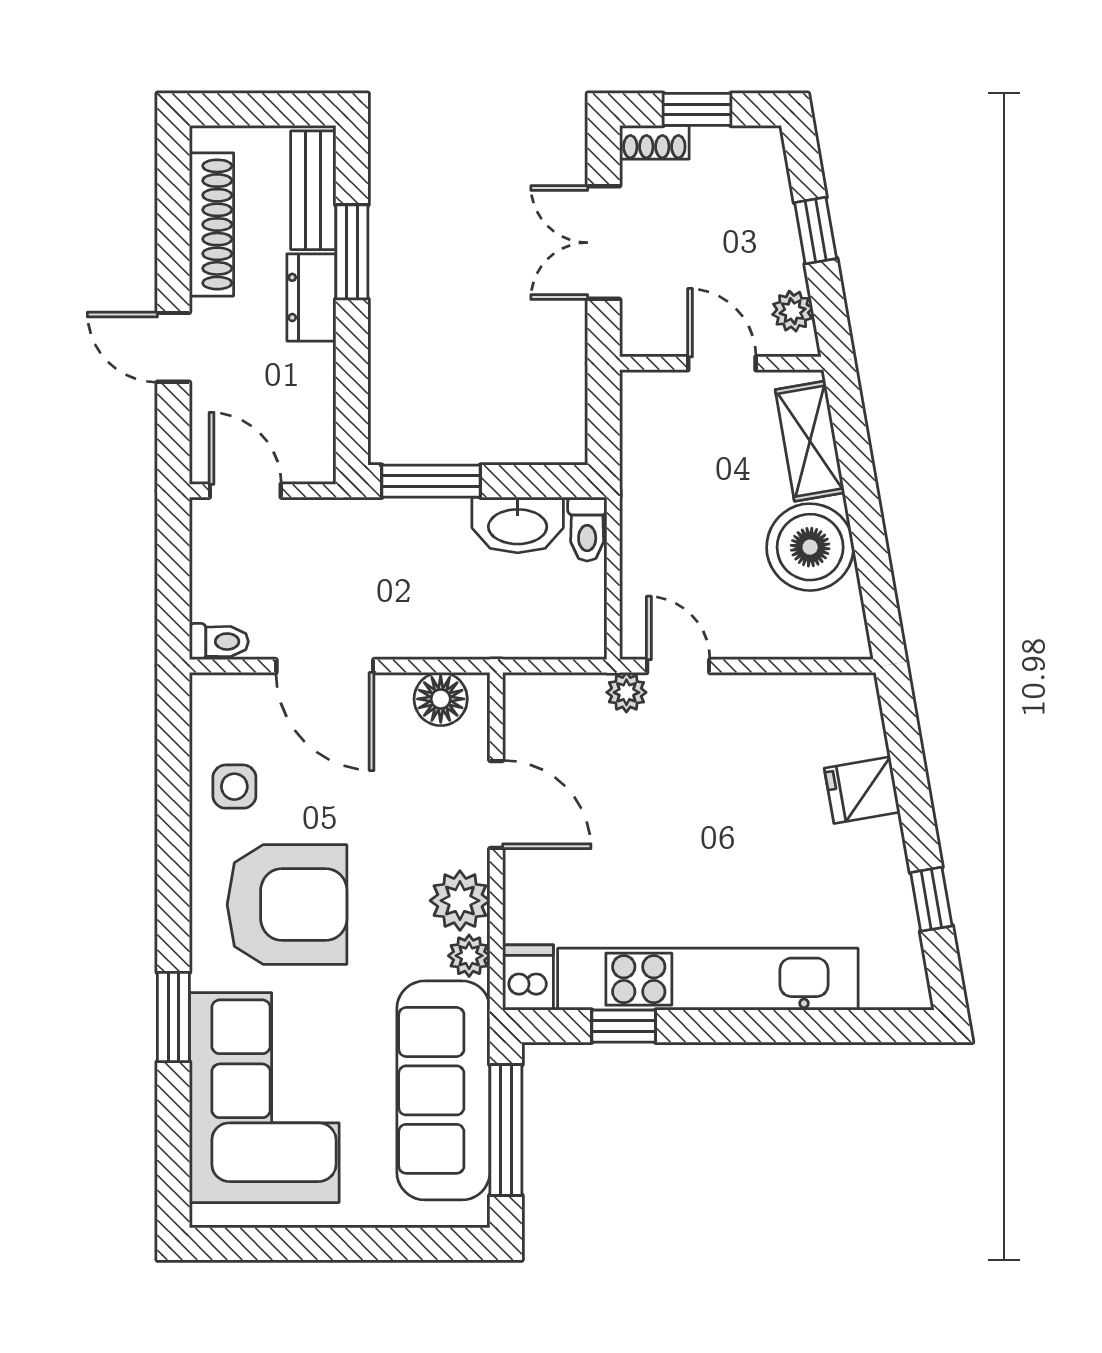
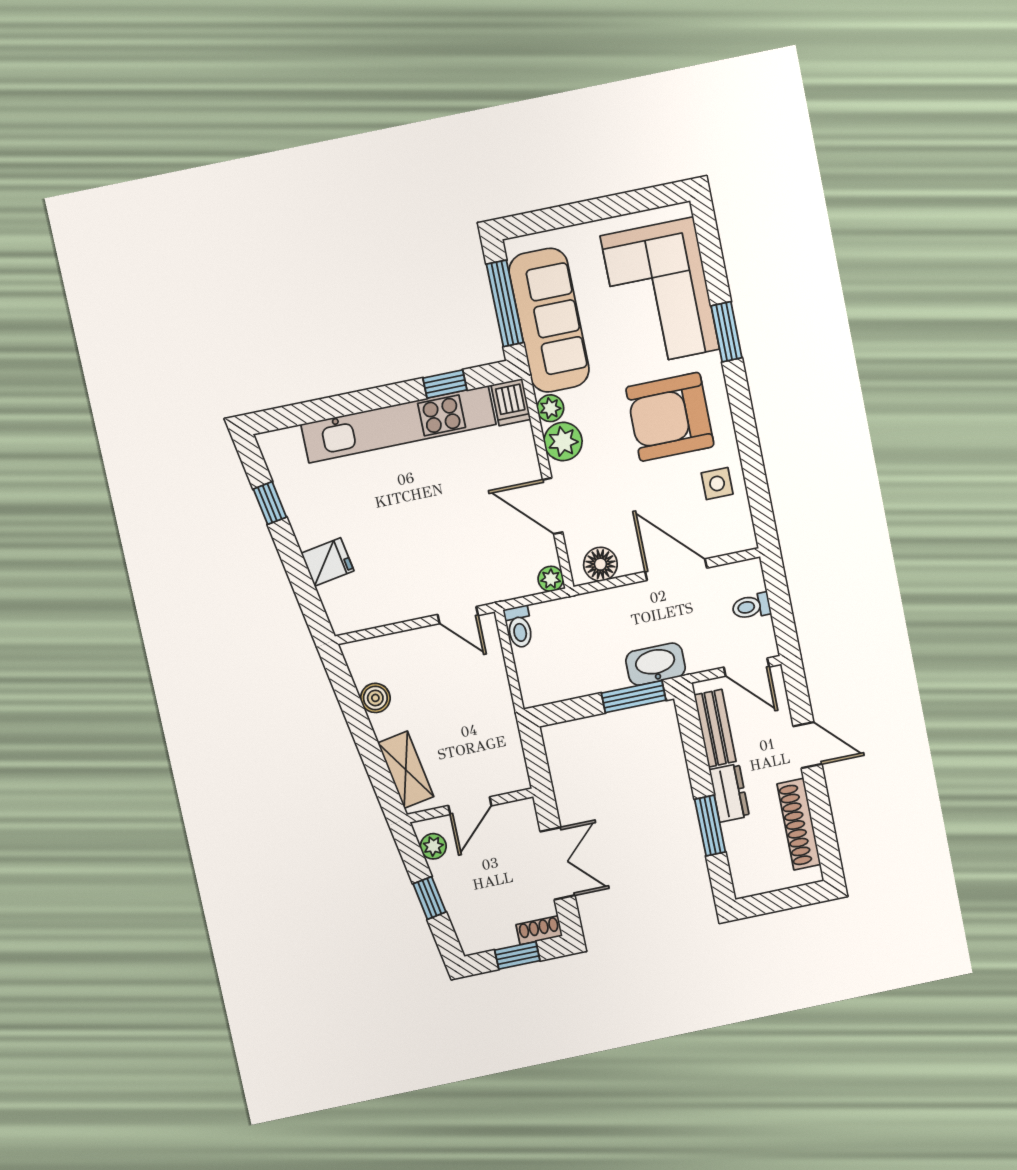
bench: (313, 190) -> (715, 728), moved
door: (722, 363) -> (470, 806), hinge flipped
washbasin: (518, 525) -> (656, 664), moved
toilet: (587, 529) -> (519, 627), moved, turned 180
boiler: (810, 547) -> (375, 698), width x0.54, depth x0.54
toilet: (219, 642) -> (751, 606), moved
plant: (626, 692) -> (551, 579), moved

